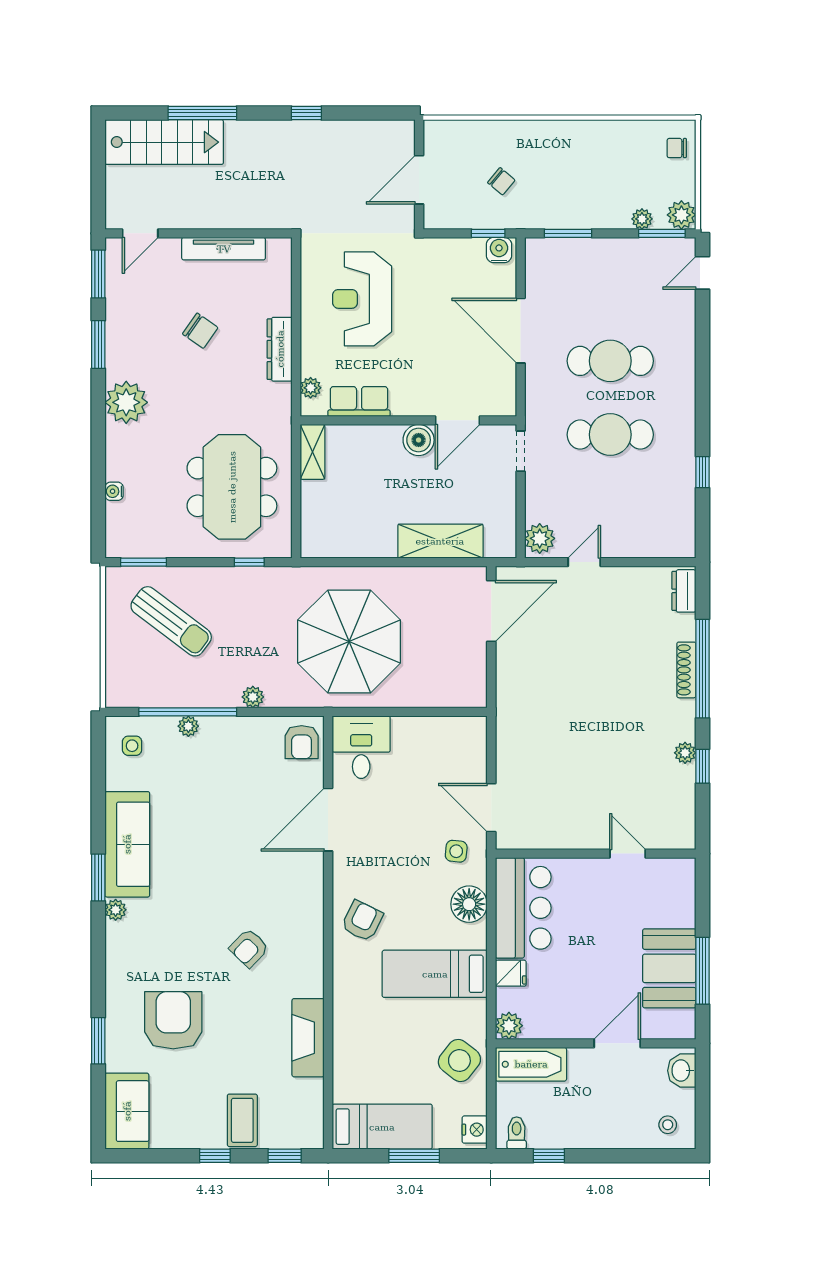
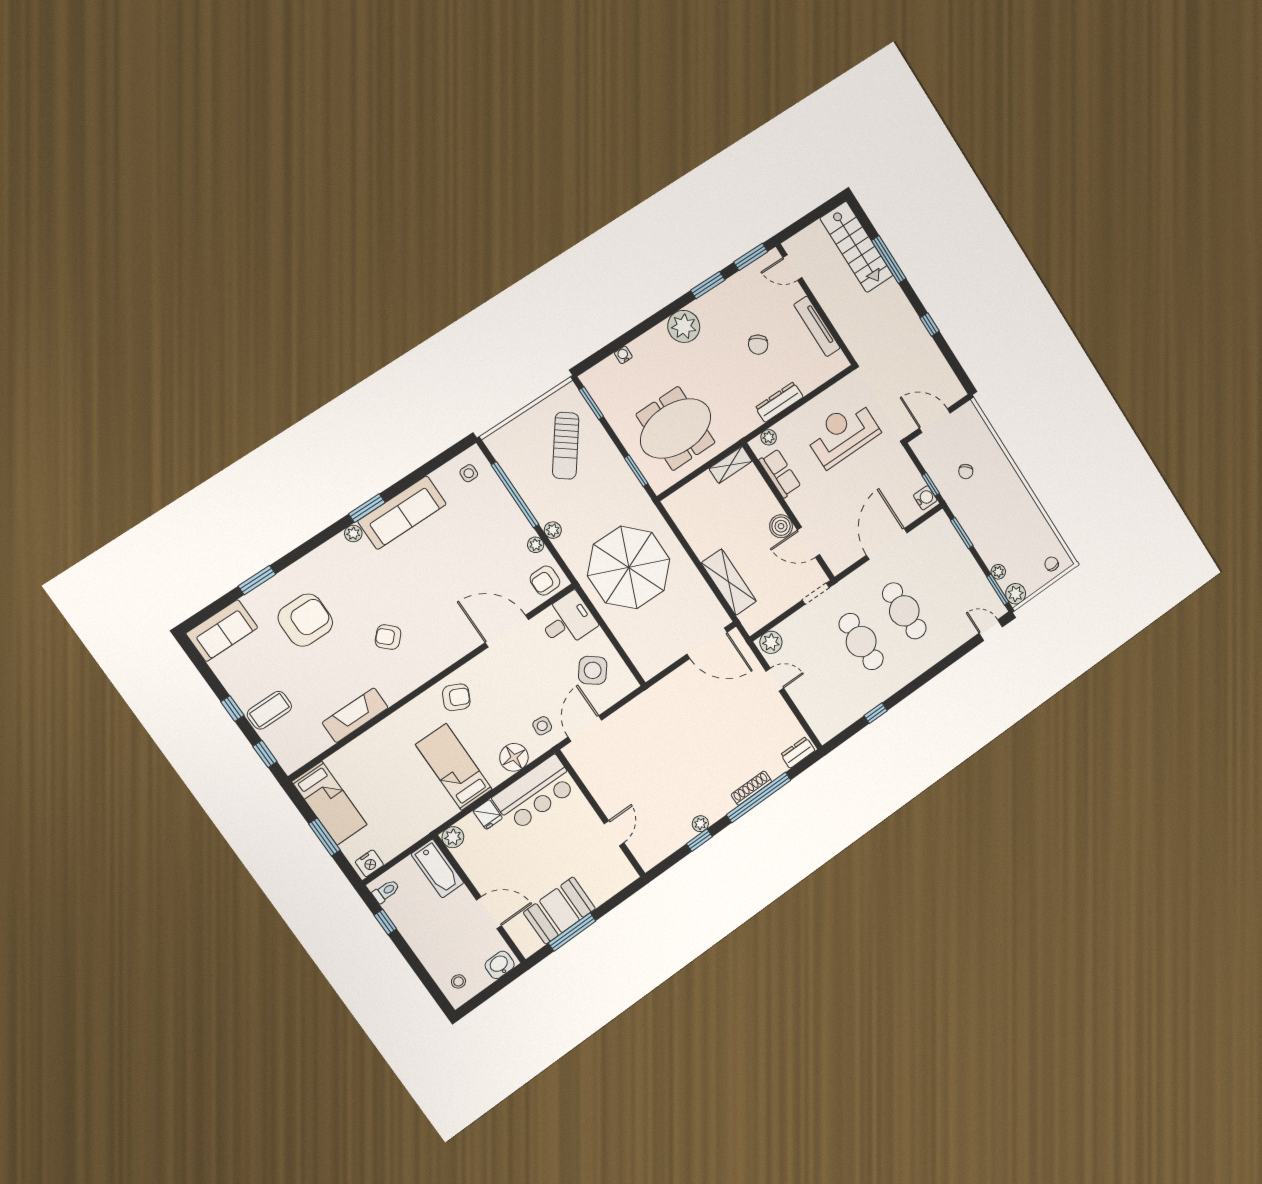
window: (249, 562) -> (636, 471), width x1.50
plant: (188, 726) -> (536, 545), moved
side table: (459, 1061) -> (593, 670), moved

